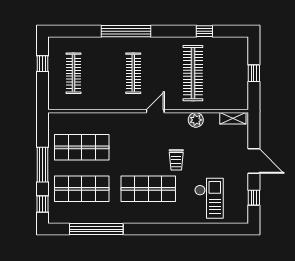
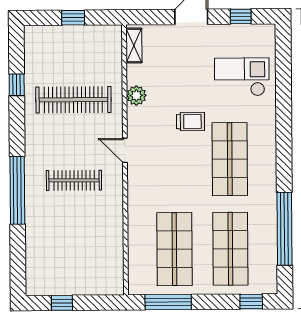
clothes rail: (73, 73) -> (75, 261), removed
window: (42, 165) -> (168, 302), moved

